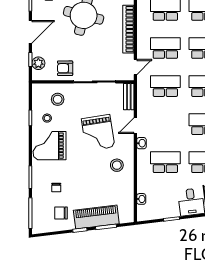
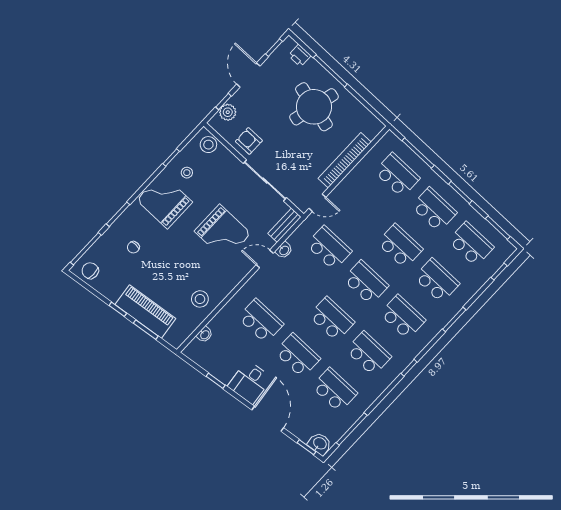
door: (30, 32) -> (248, 75), swing flipped
school desk: (165, 48) -> (363, 211), removed
stool: (58, 99) -> (208, 145), moved
grand piano: (98, 133) -> (223, 232), turned -81
washbasin: (142, 143) -> (284, 250), moved
stool: (117, 165) -> (200, 299), moved
chair: (61, 213) -> (90, 271), moved

